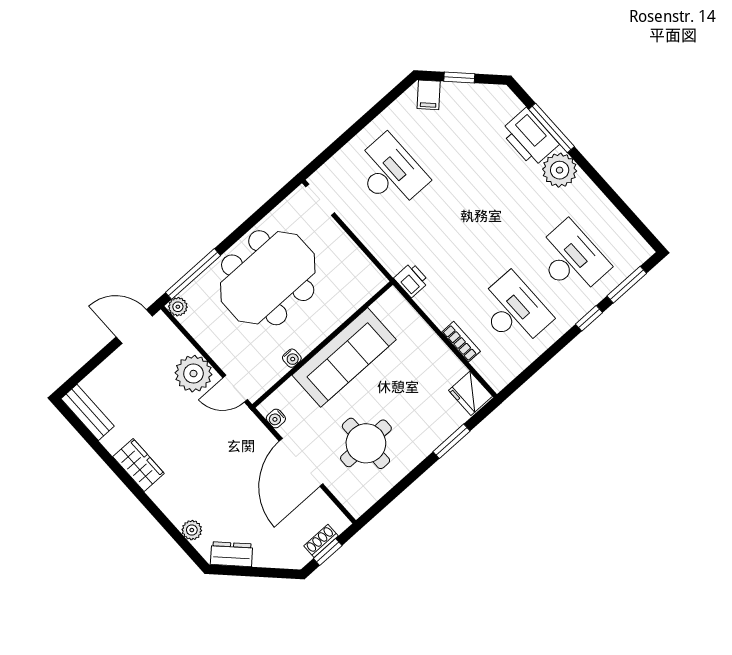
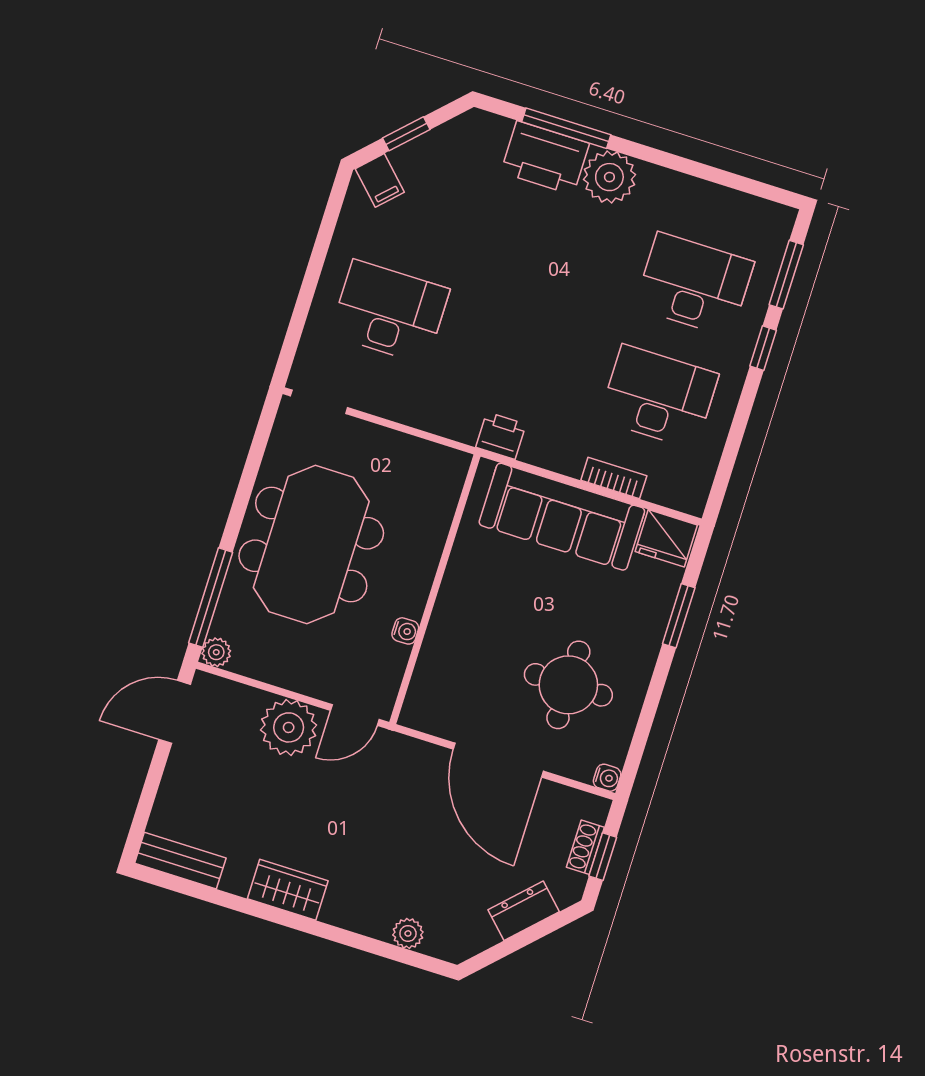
sofa: (344, 357) -> (562, 517), moved, turned 90
water cooler: (276, 419) -> (607, 778), moved, turned -90
dresser: (232, 554) -> (524, 911), moved

